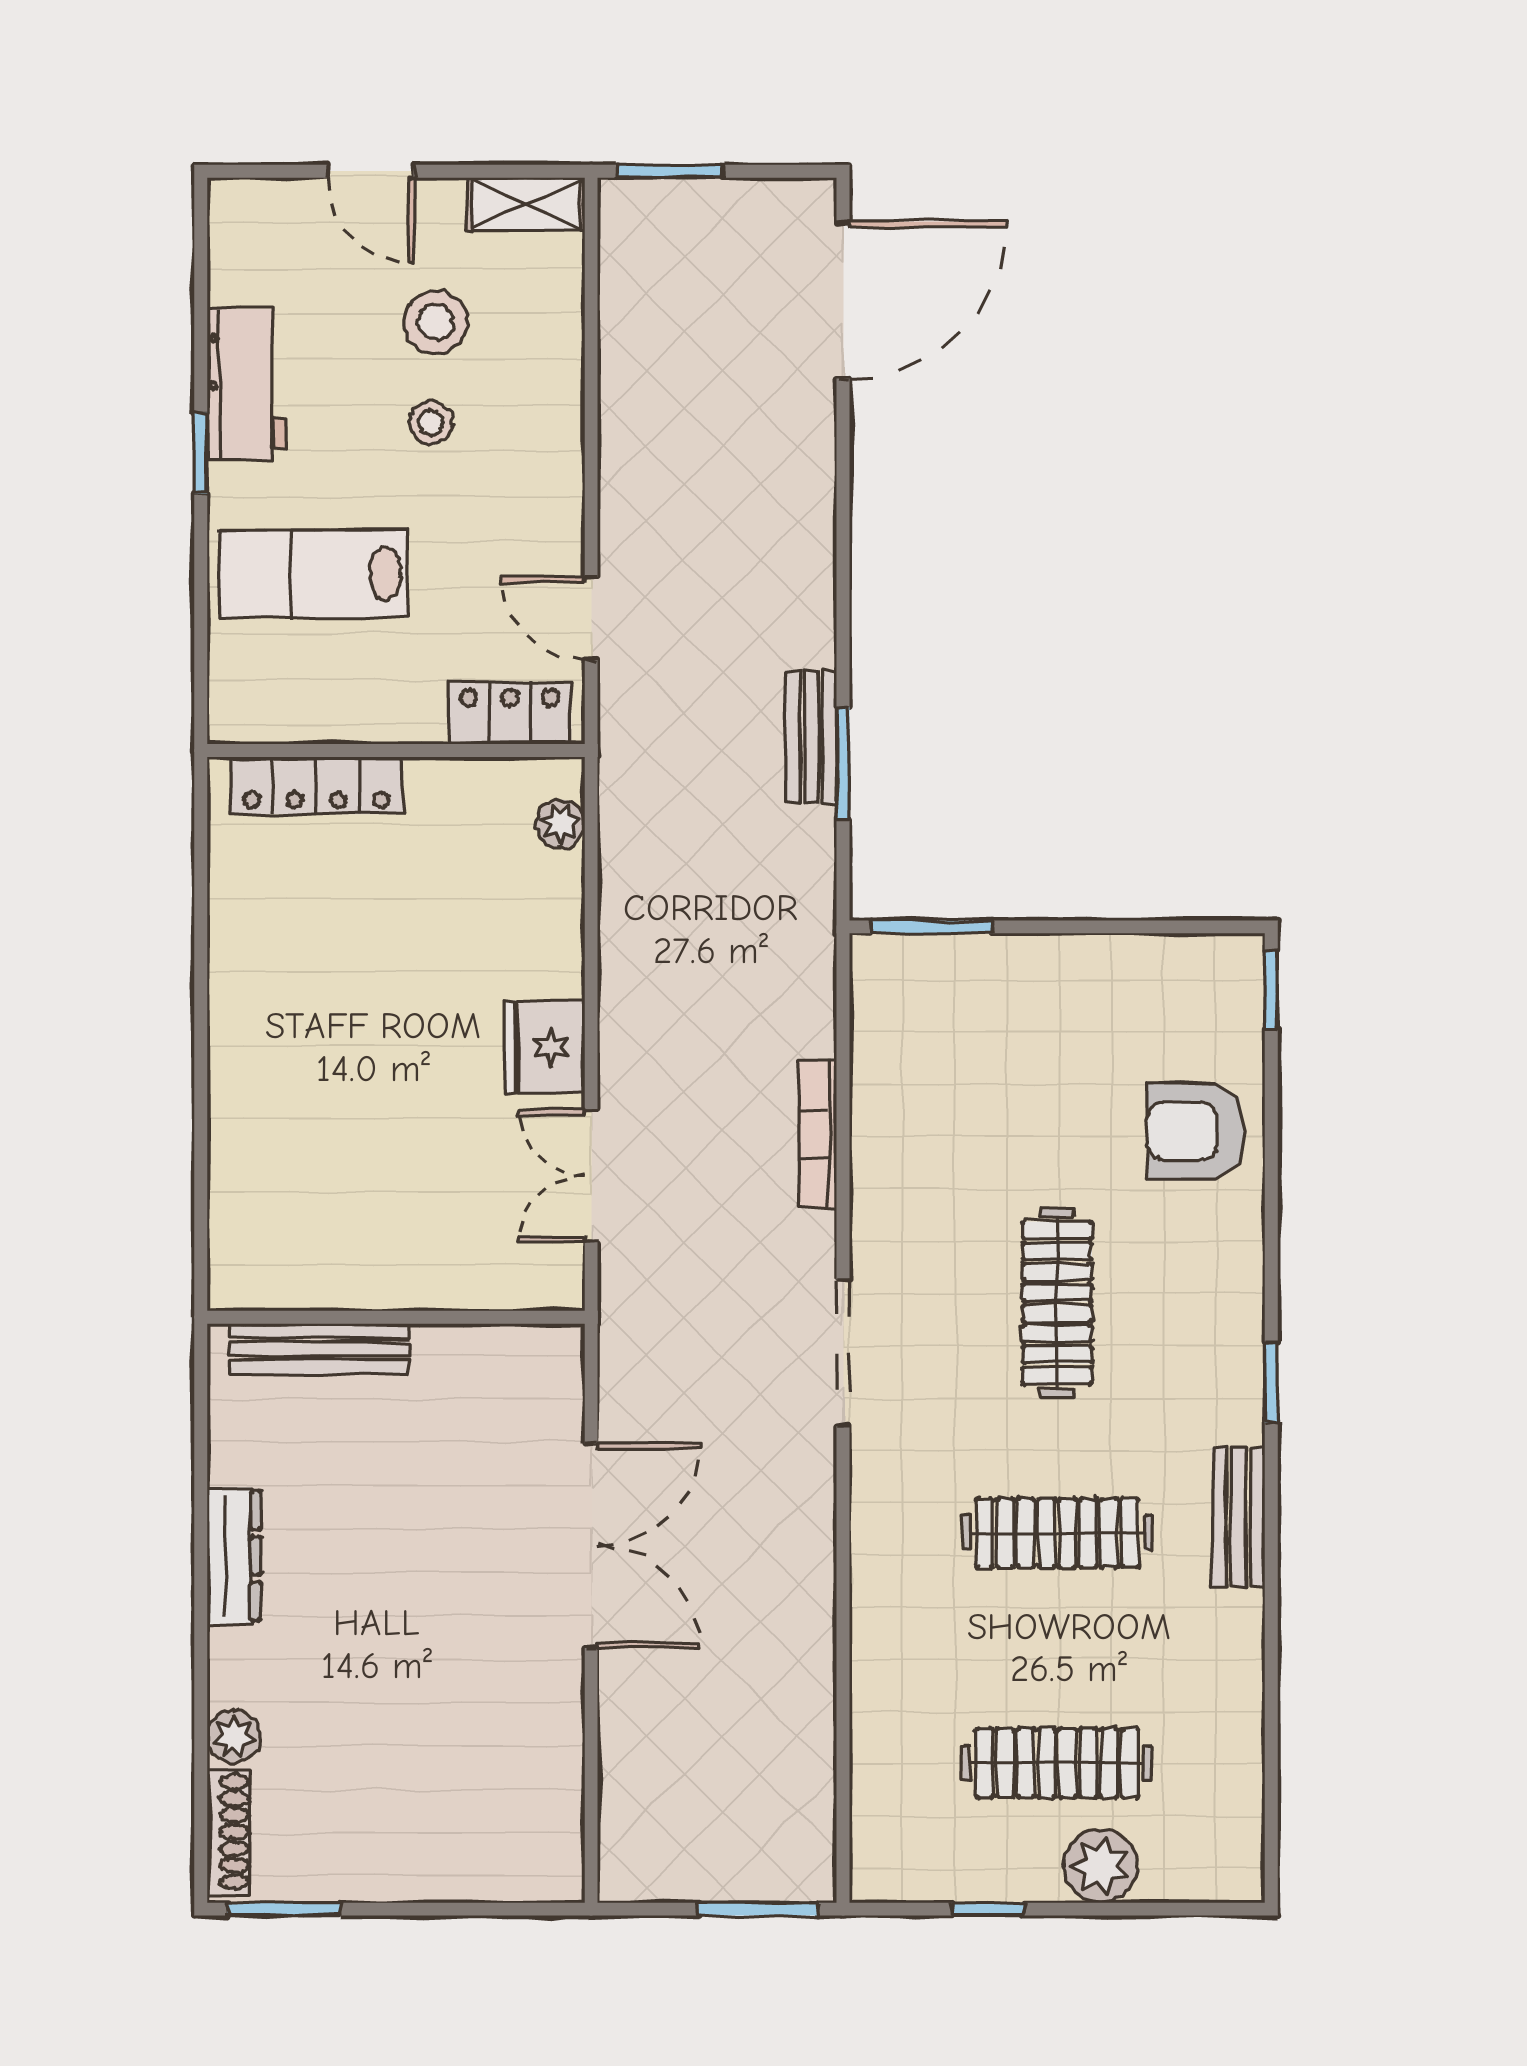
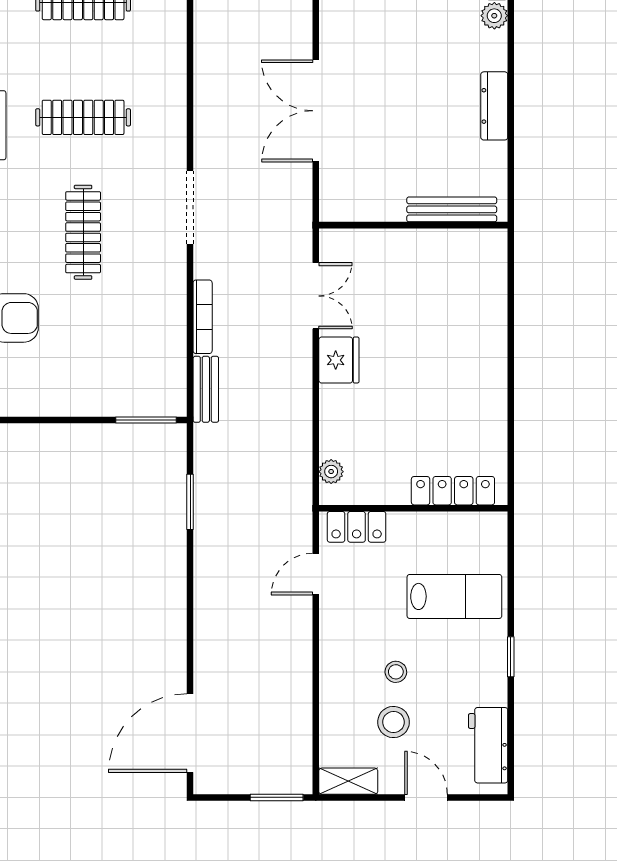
workbench: (246, 385) -> (488, 745), moved
door: (591, 618) -> (316, 574), swing flipped
bench: (811, 737) -> (206, 389), moved

